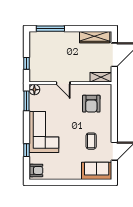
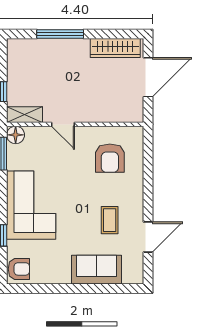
window: (50, 29) -> (60, 34), moved
shelving: (101, 77) -> (24, 115), moved
sofa: (97, 171) -> (96, 270), moved

